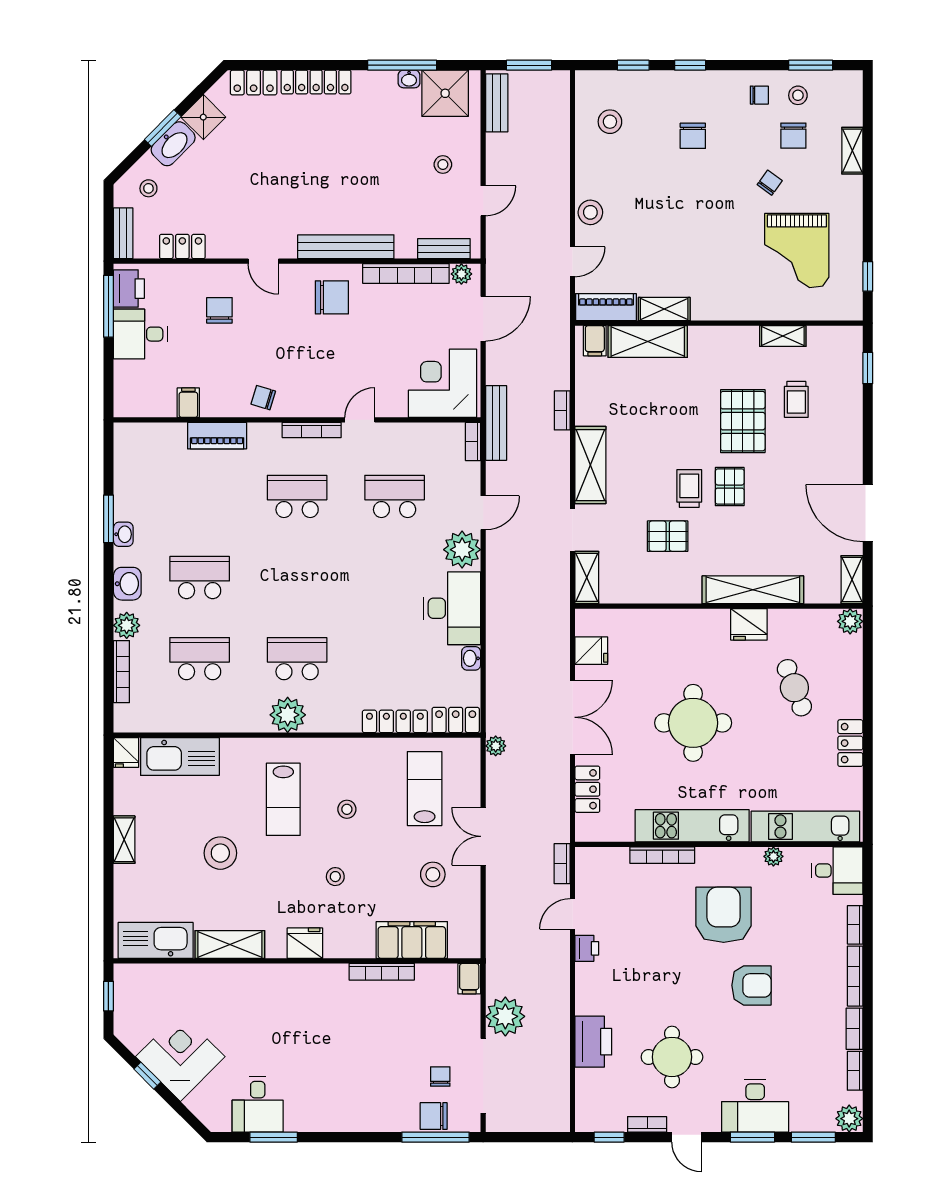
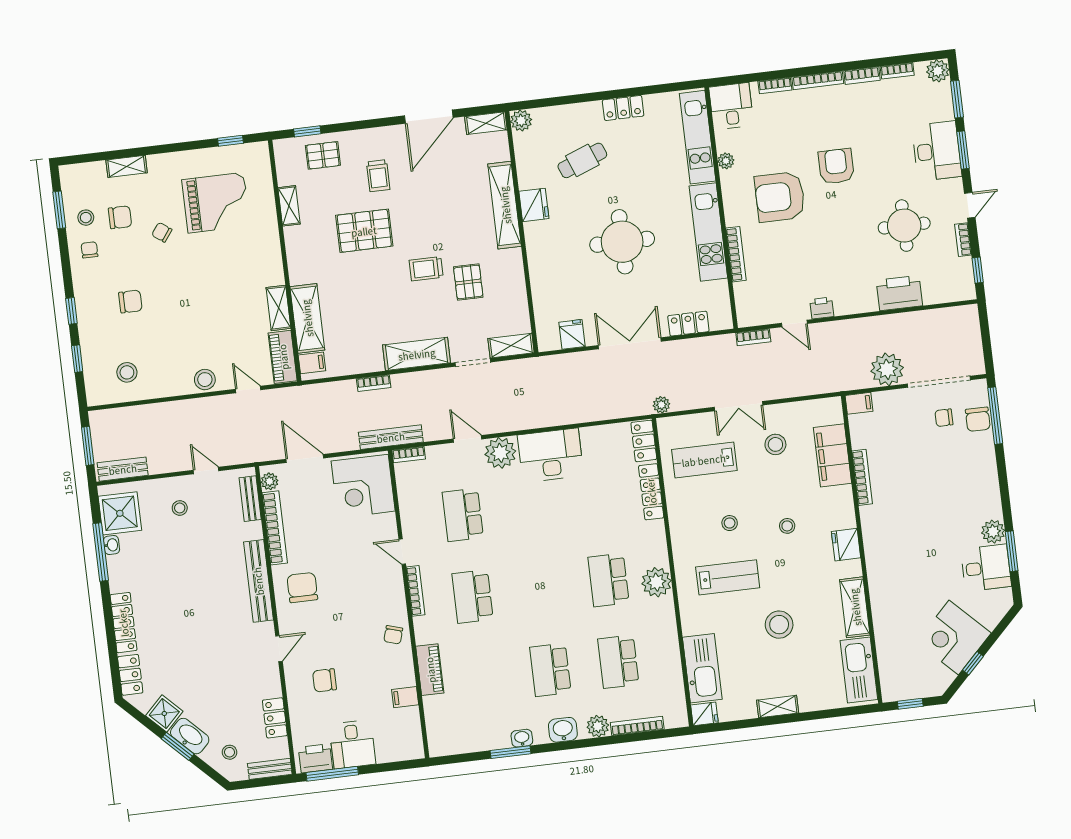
trolley: (796, 399) -> (378, 176), moved, turned 90
pallet: (730, 487) -> (323, 155), moved
washbasin: (471, 658) -> (591, 434), removed
plant: (299, 1118) -> (993, 532), added

